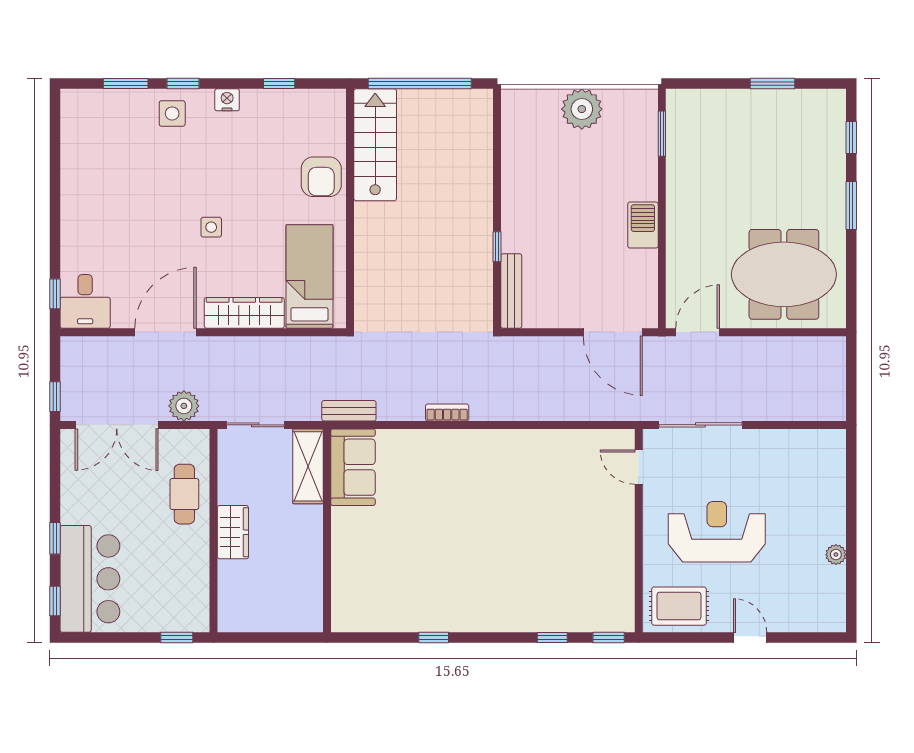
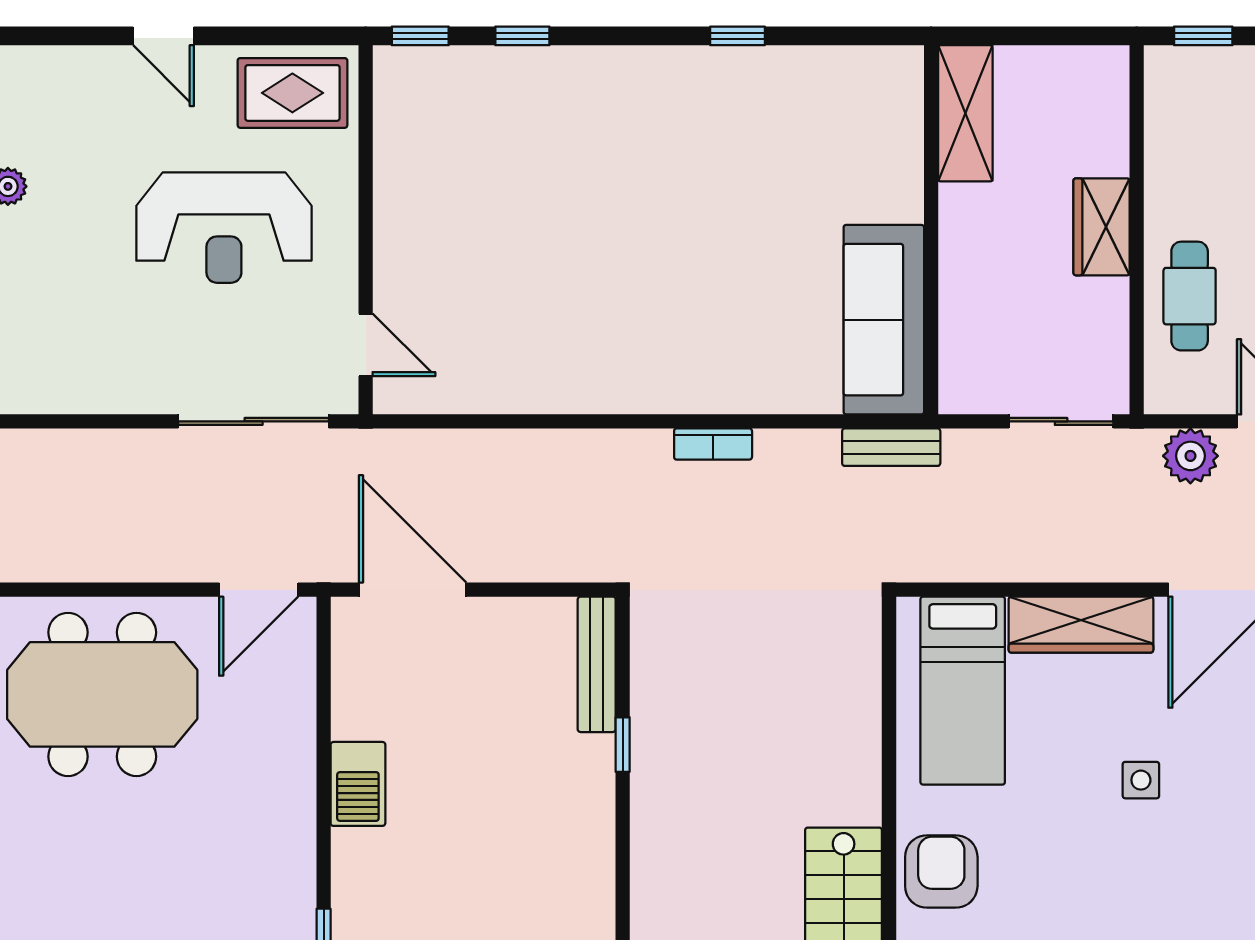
shelving: (308, 466) -> (965, 113), moved
sofa: (353, 467) -> (884, 320), width x1.36

